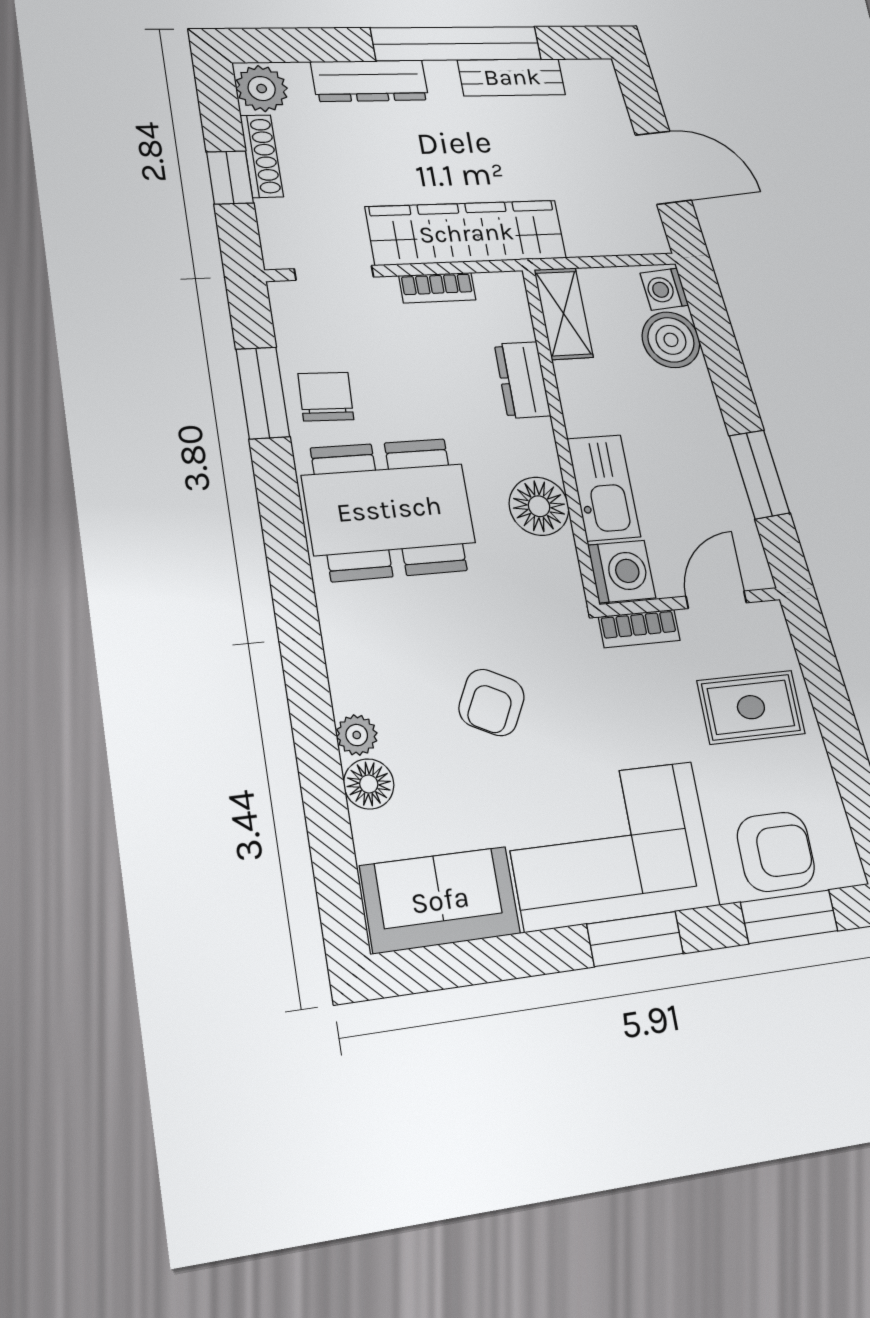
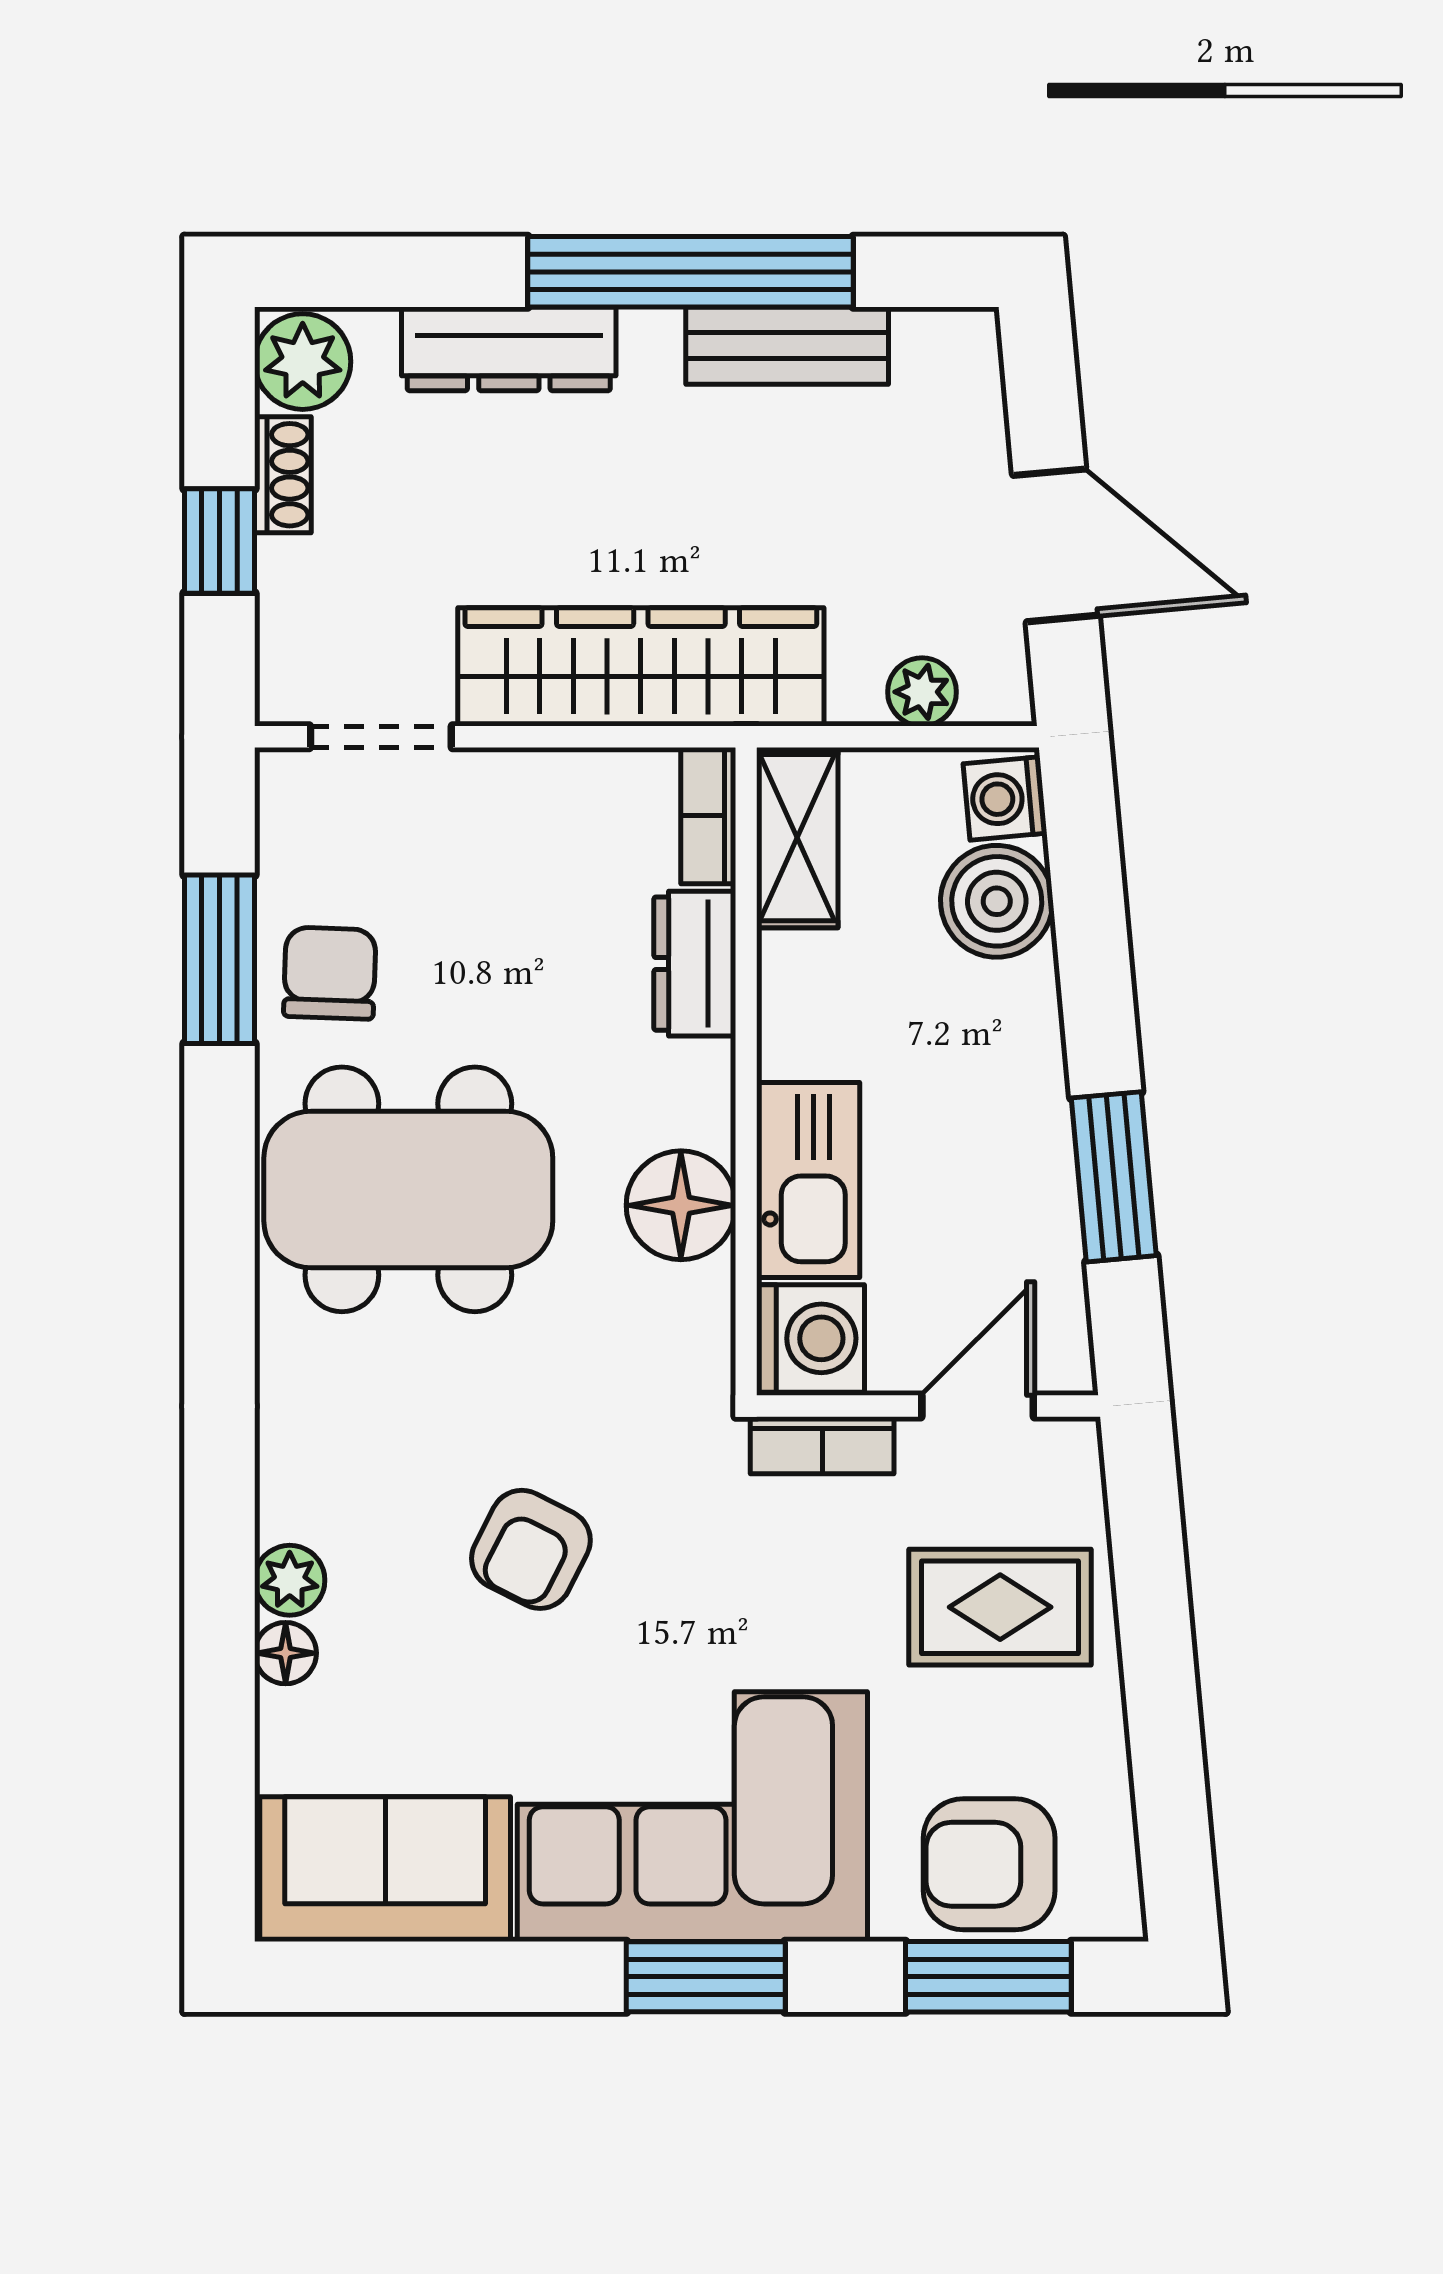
shoe rack: (262, 156) -> (283, 475), width x0.70
plant: (612, 239) -> (922, 692), added
bookcase: (437, 288) -> (708, 816), moved, turned 90
floor lamp: (369, 784) -> (286, 1653), width x0.73, depth x0.73
armchair: (776, 852) -> (989, 1864), turned 180

